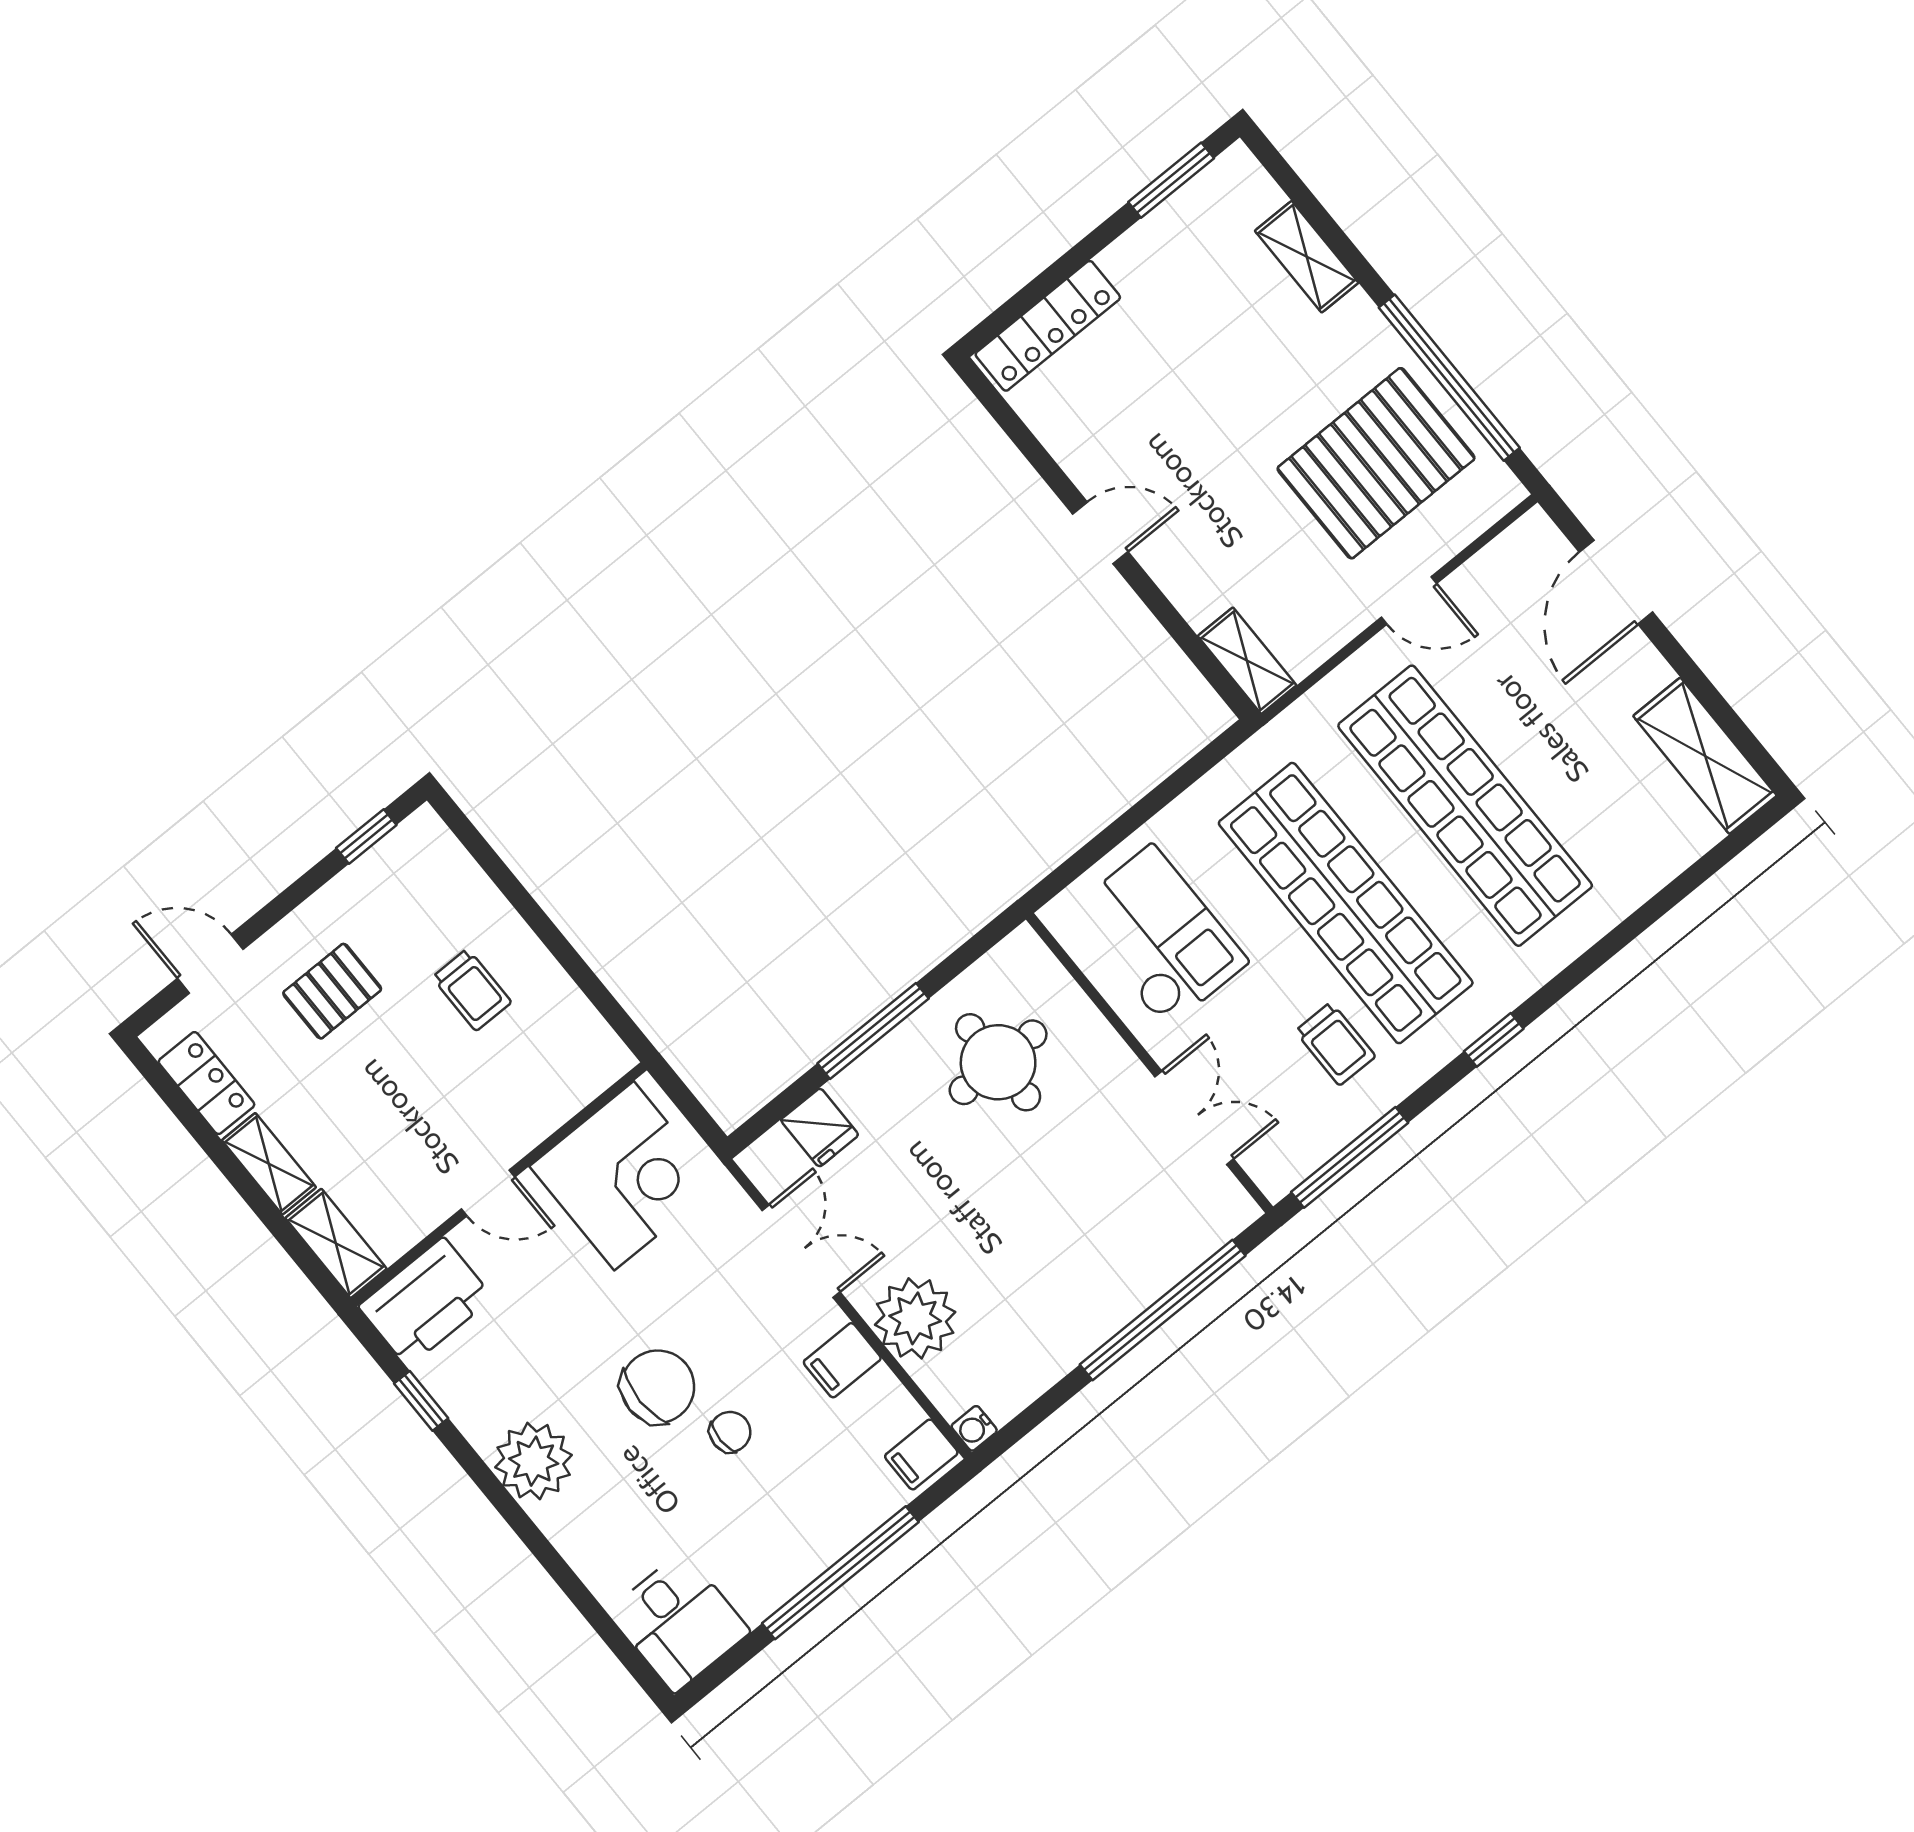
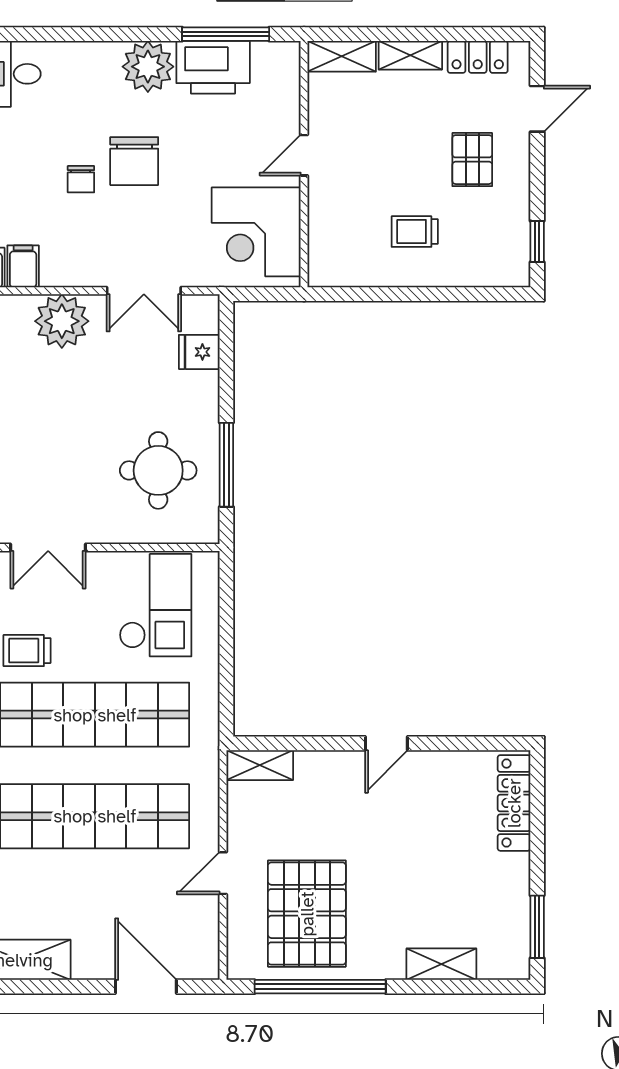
checkout: (1159, 936) -> (155, 605), turned -90
window: (873, 1031) -> (226, 465), moved
printer: (426, 1302) -> (213, 67), moved, turned -90
filing cabinet: (842, 1360) -> (23, 266), moved
window: (421, 1401) -> (226, 34), width x2.17

